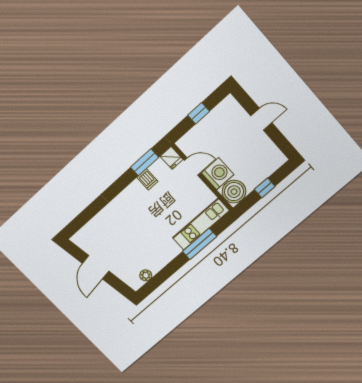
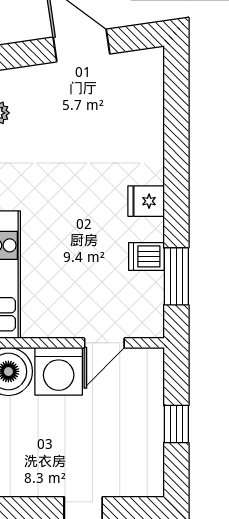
fridge: (172, 158) -> (146, 201), moved

